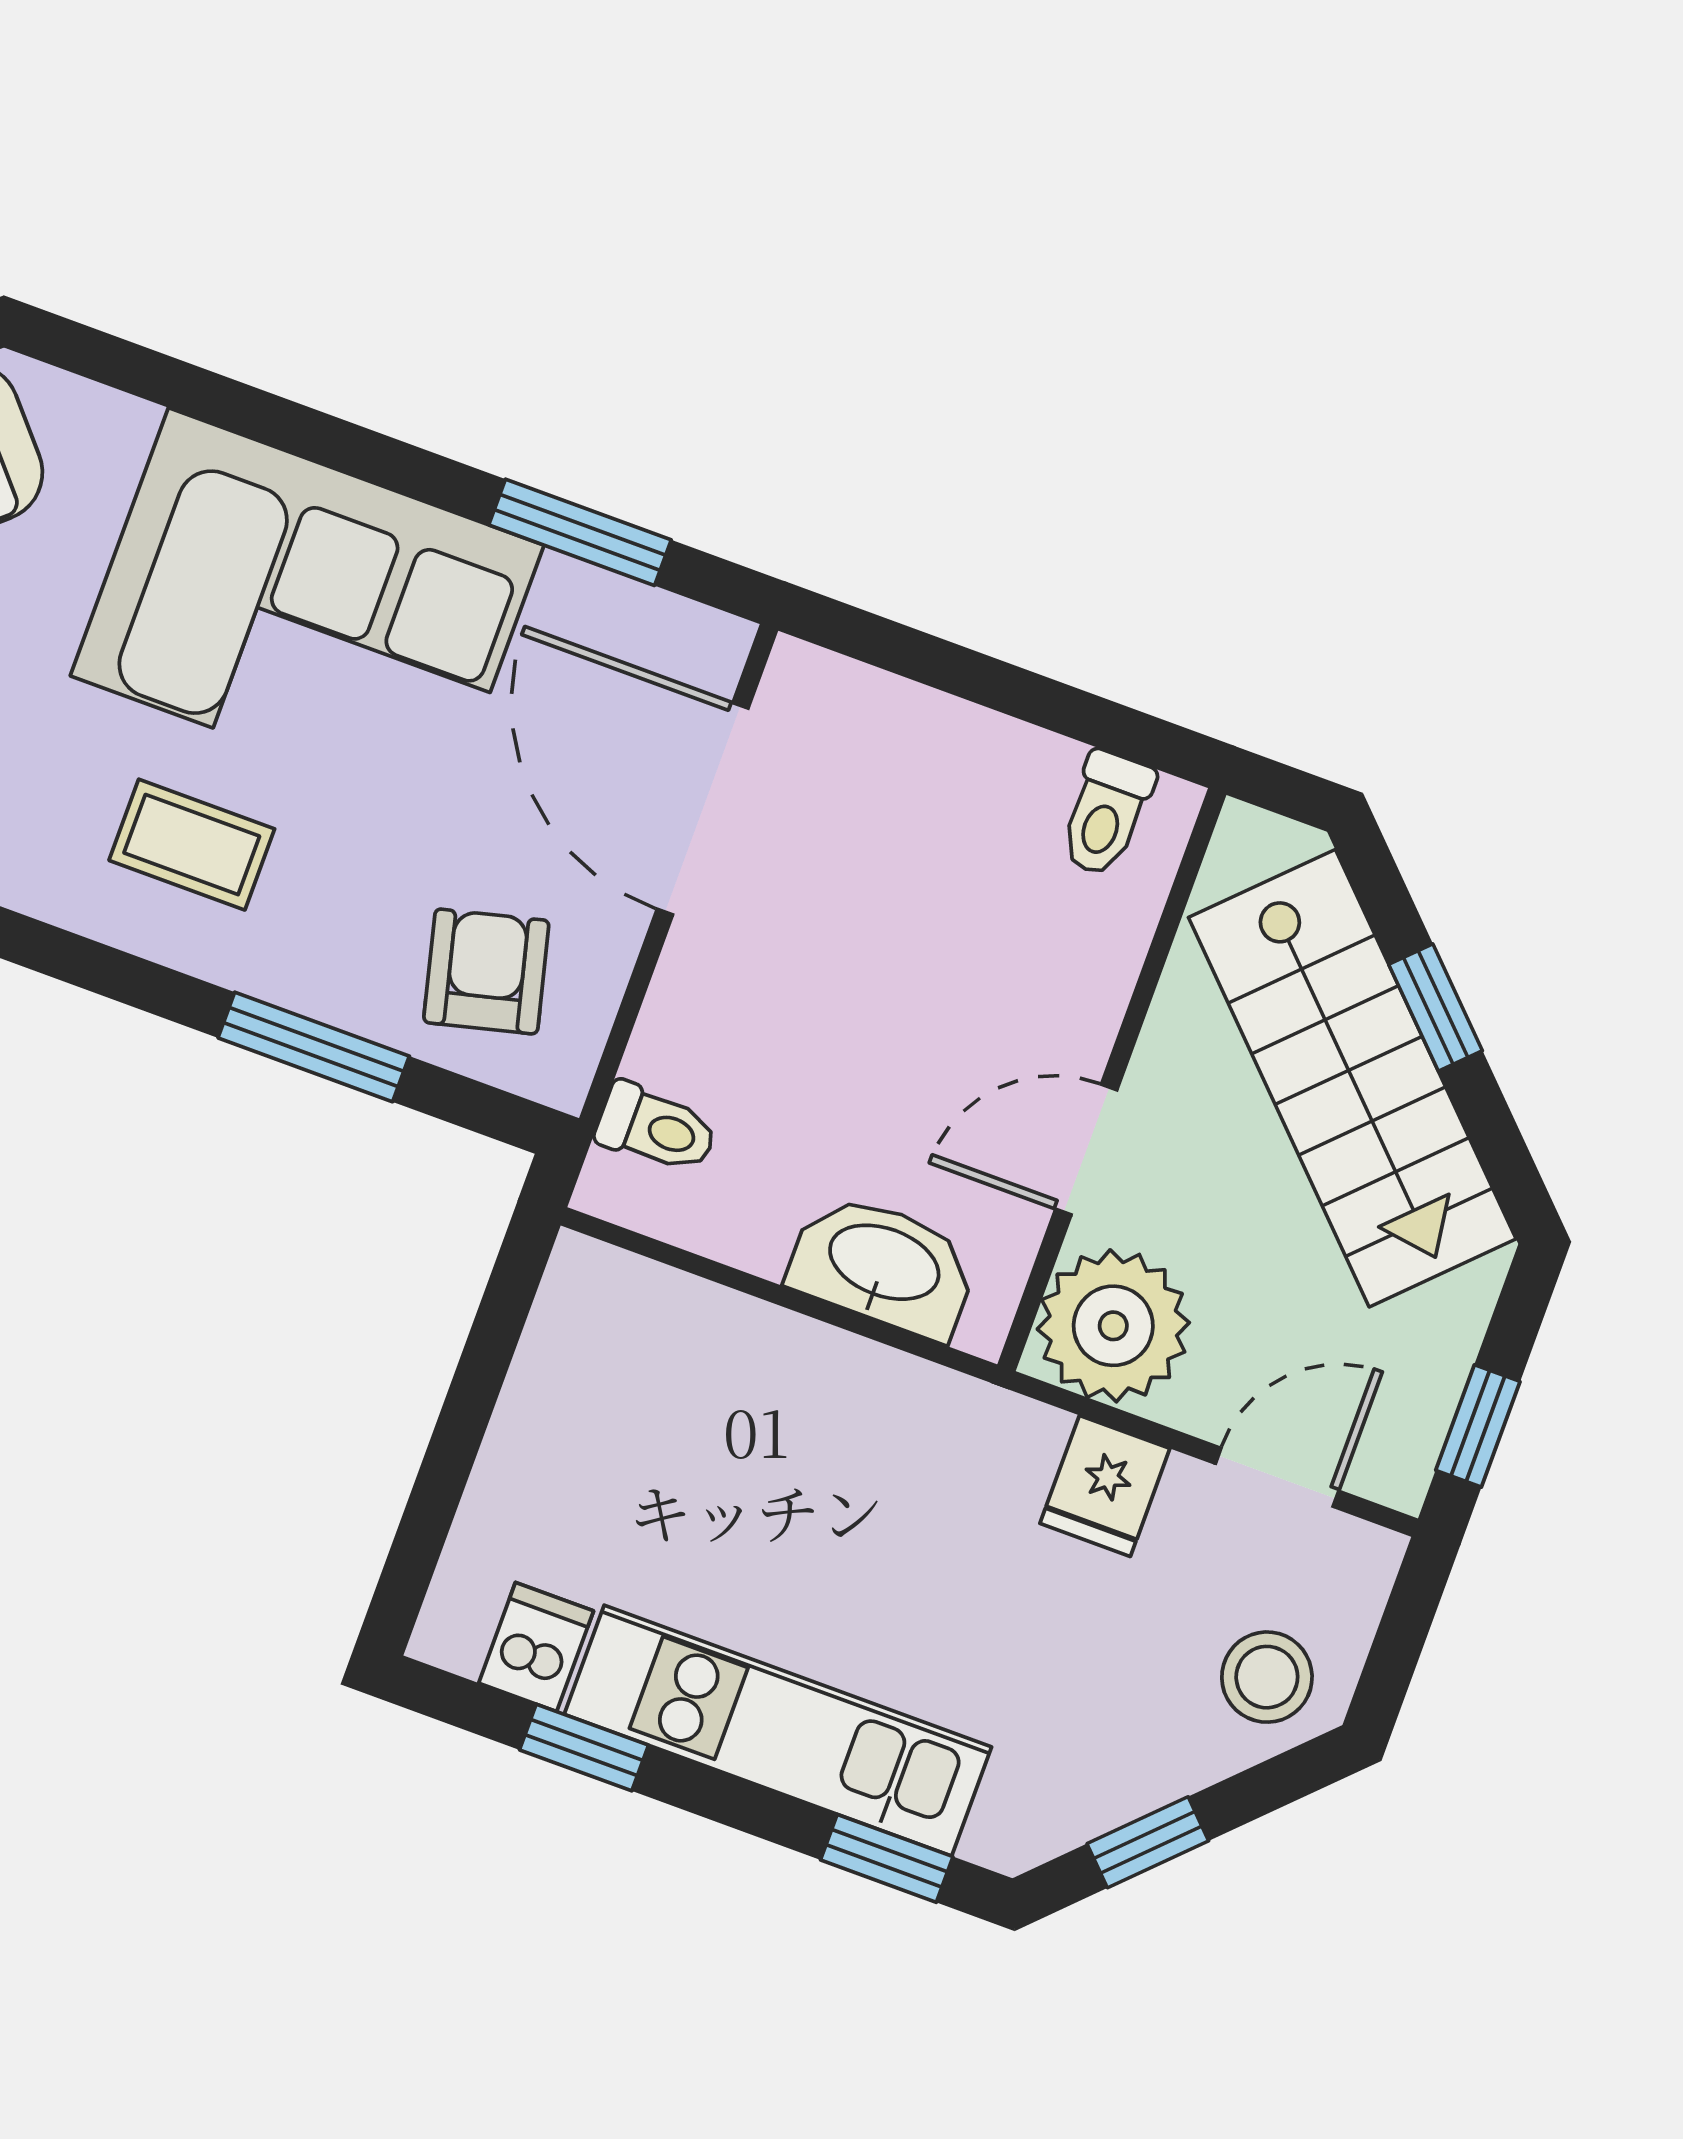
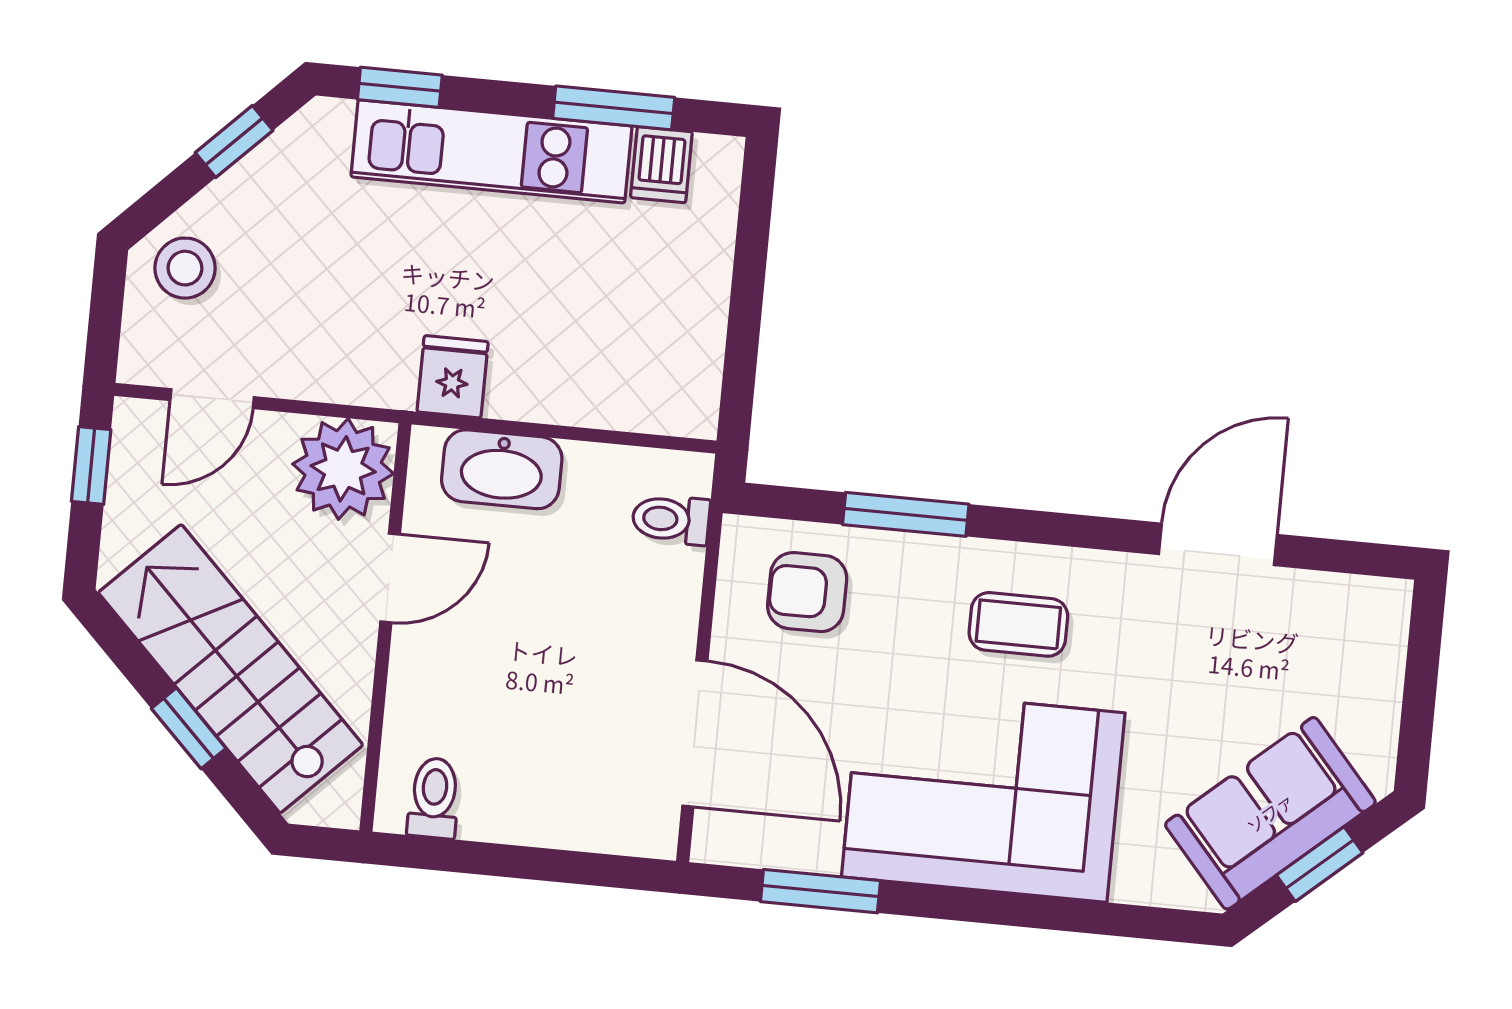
armchair: (486, 971) -> (807, 592), turned 104
fridge: (1105, 1486) -> (453, 377), moved
window: (584, 1748) -> (614, 108), width x1.50

